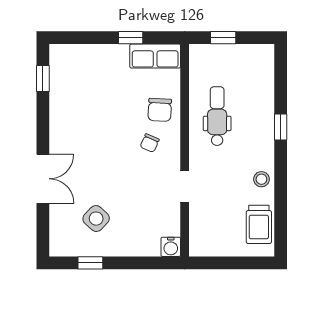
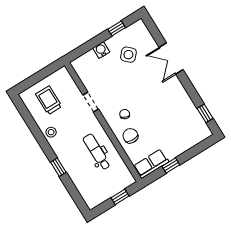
dental chair: (217, 116) -> (97, 152), turned 180
trolley: (259, 224) -> (49, 100), moved
water cooler: (171, 247) -> (101, 50), moved

